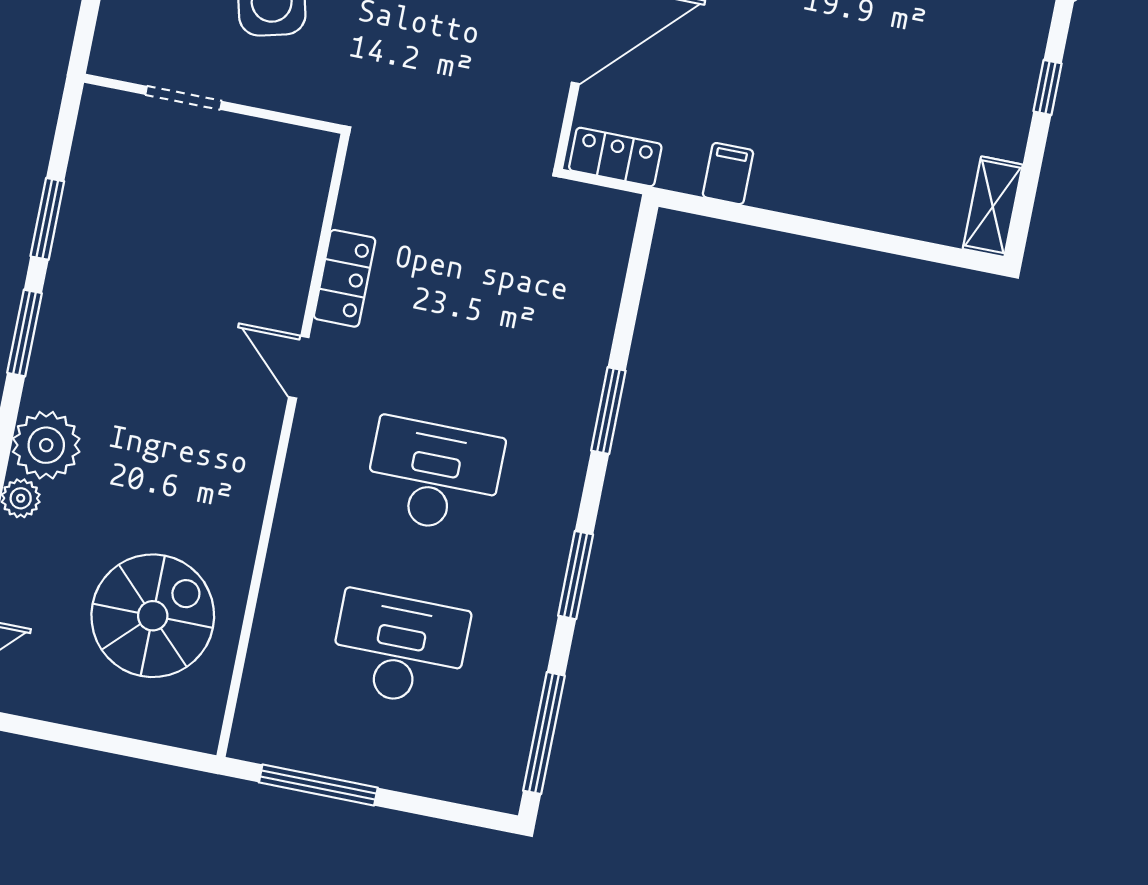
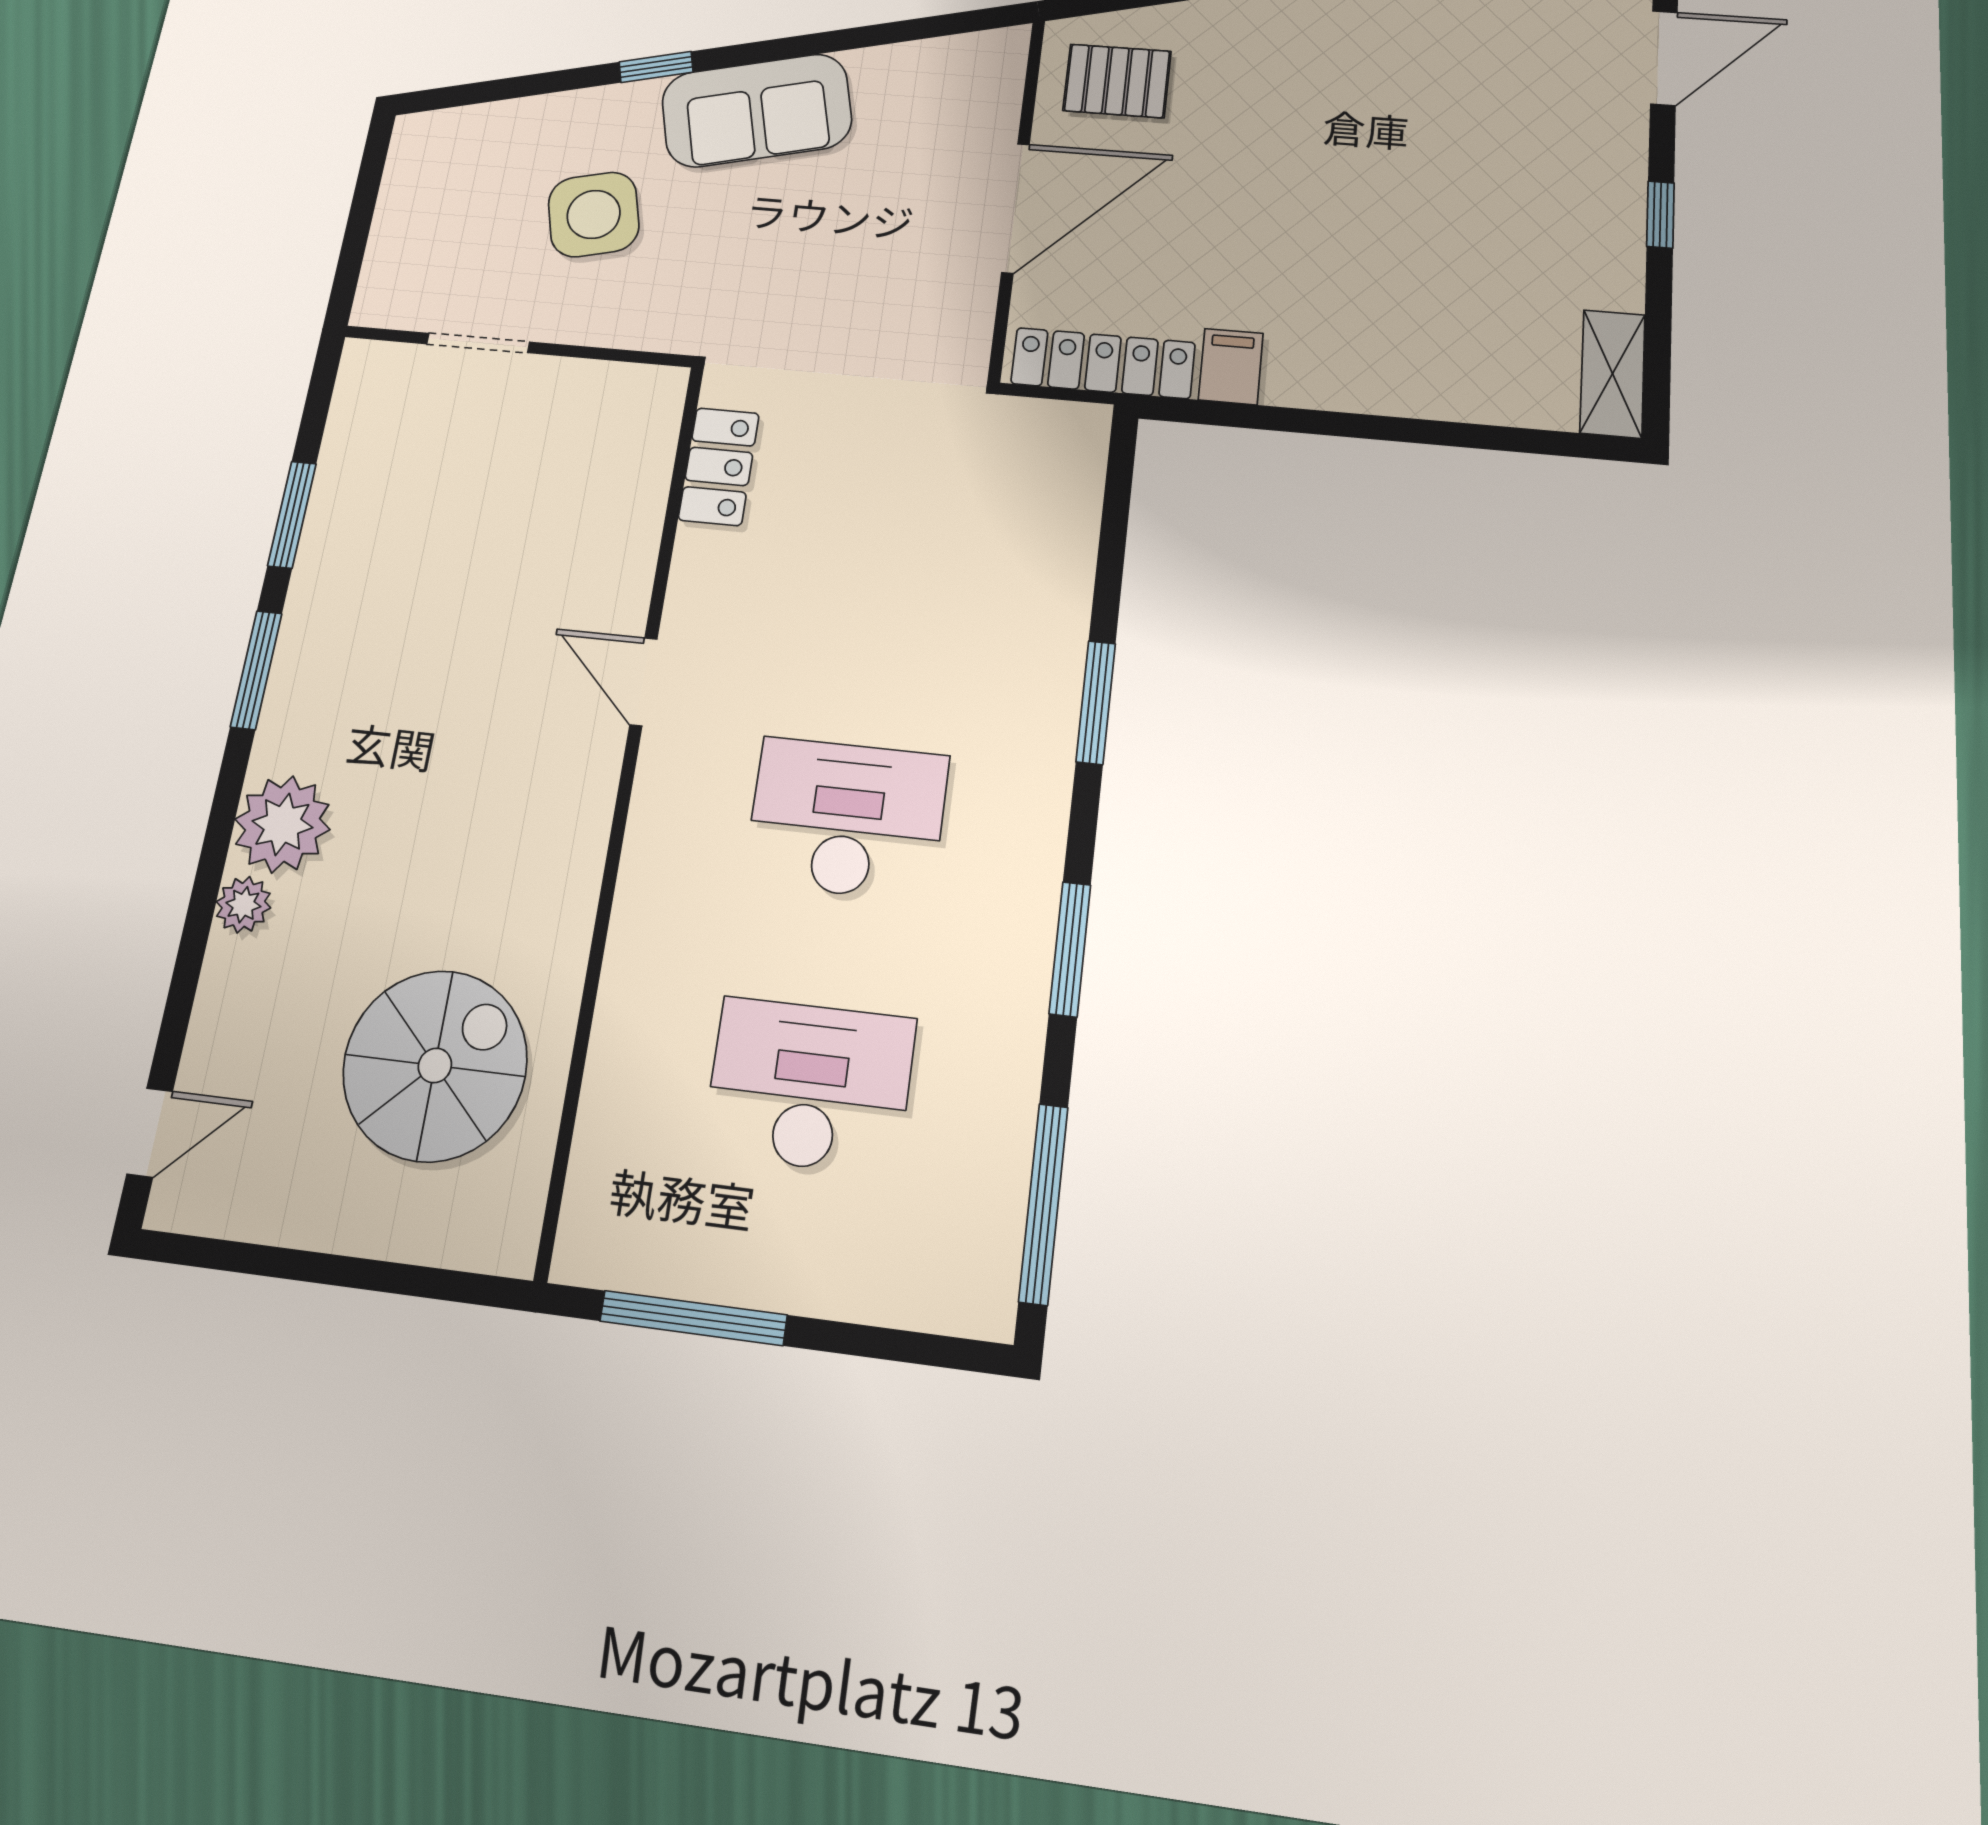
locker: (615, 157) -> (1103, 363), width x1.53
locker: (345, 278) -> (719, 466), moved

